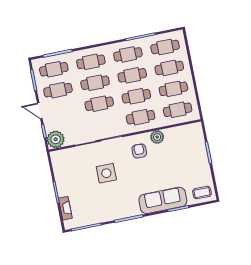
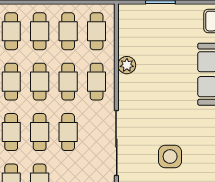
armchair: (139, 151) -> (140, 92), removed
side table: (106, 173) -> (170, 156), moved

